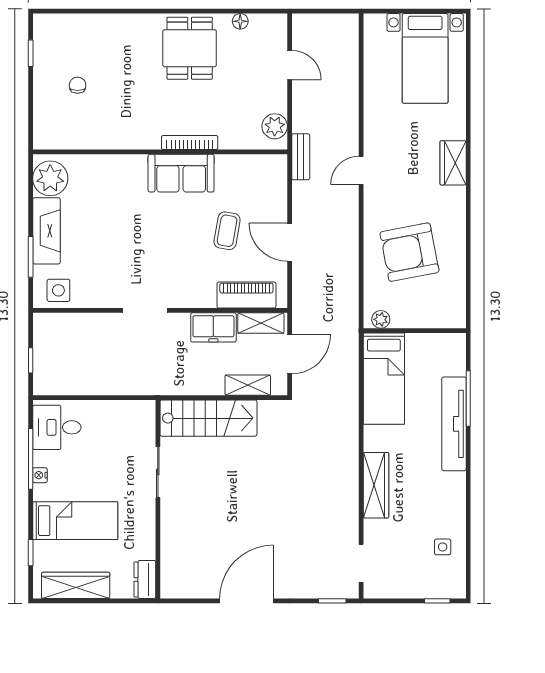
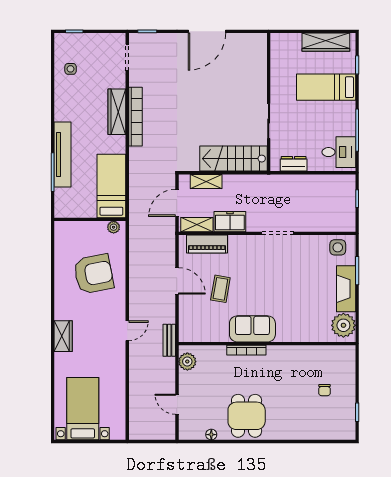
nightstand: (40, 475) -> (351, 119), removed
bookcase: (349, 478) -> (135, 117), added
dresser: (145, 579) -> (294, 164), moved, turned -90

